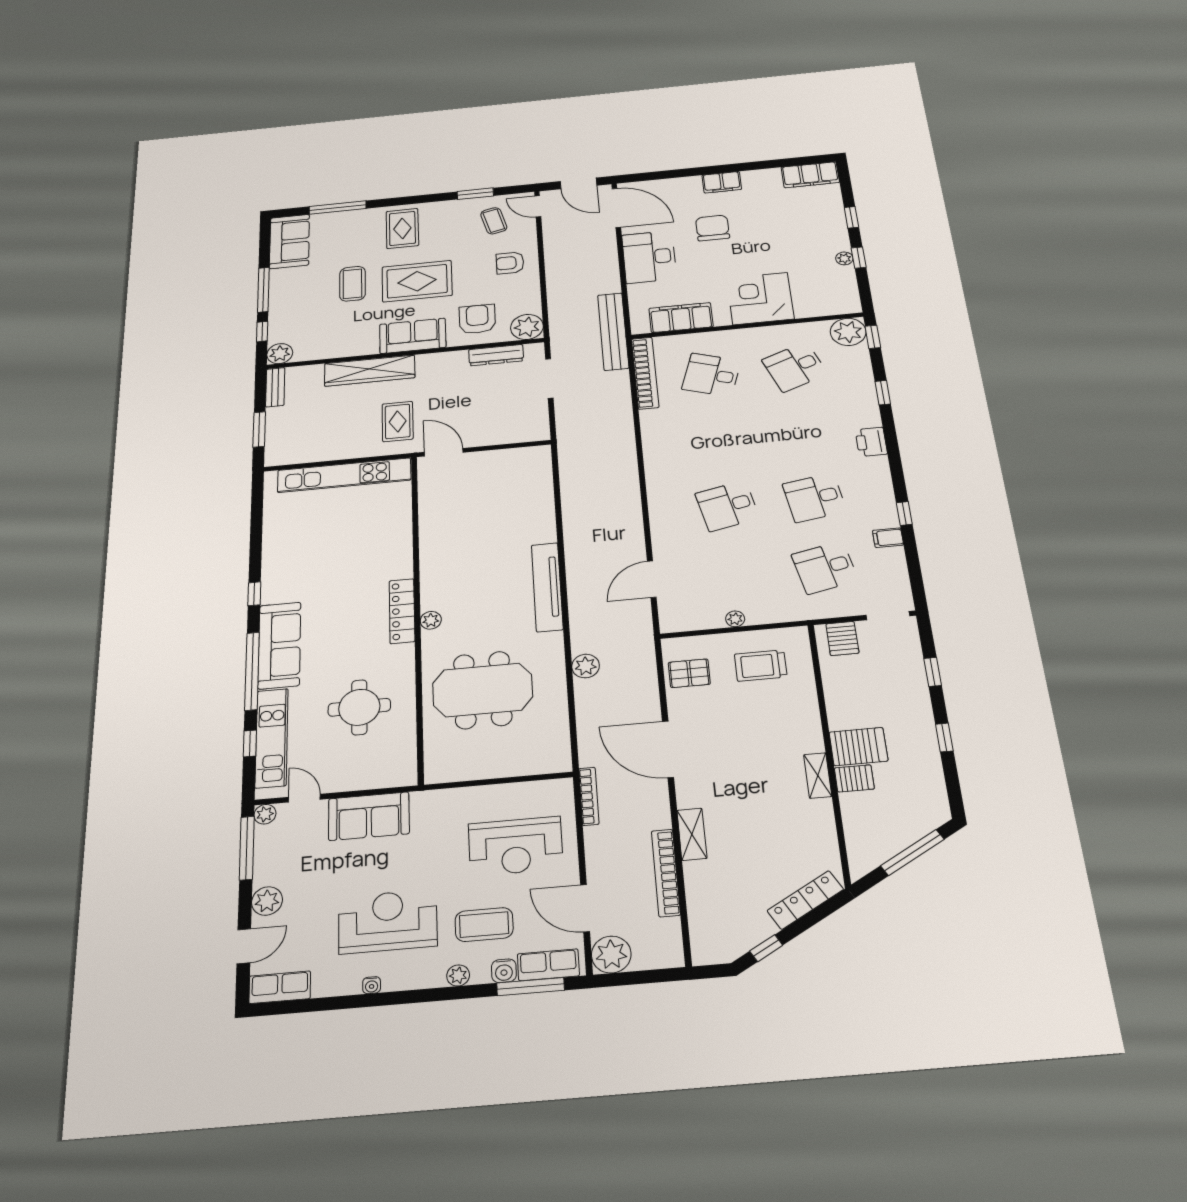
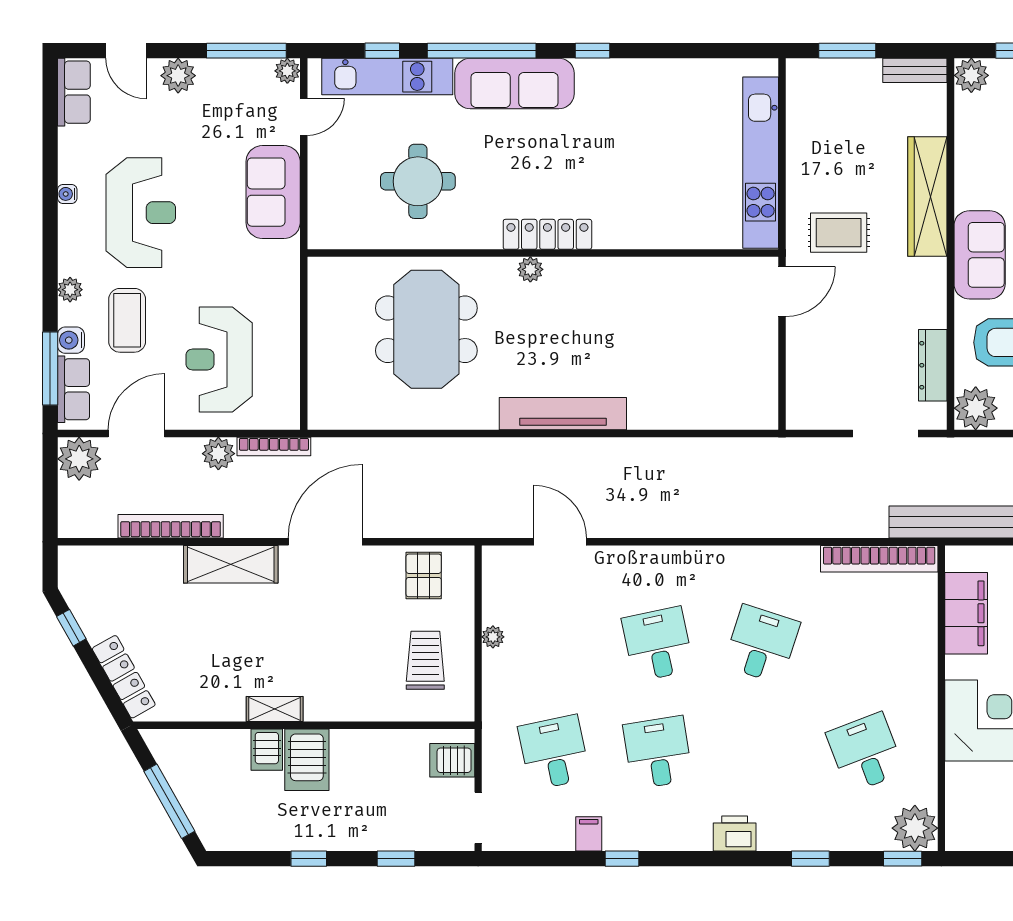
desk: (711, 375) -> (762, 644), moved
plant: (586, 666) -> (218, 454), moved
shelving: (692, 834) -> (231, 564), width x1.50, depth x1.33

